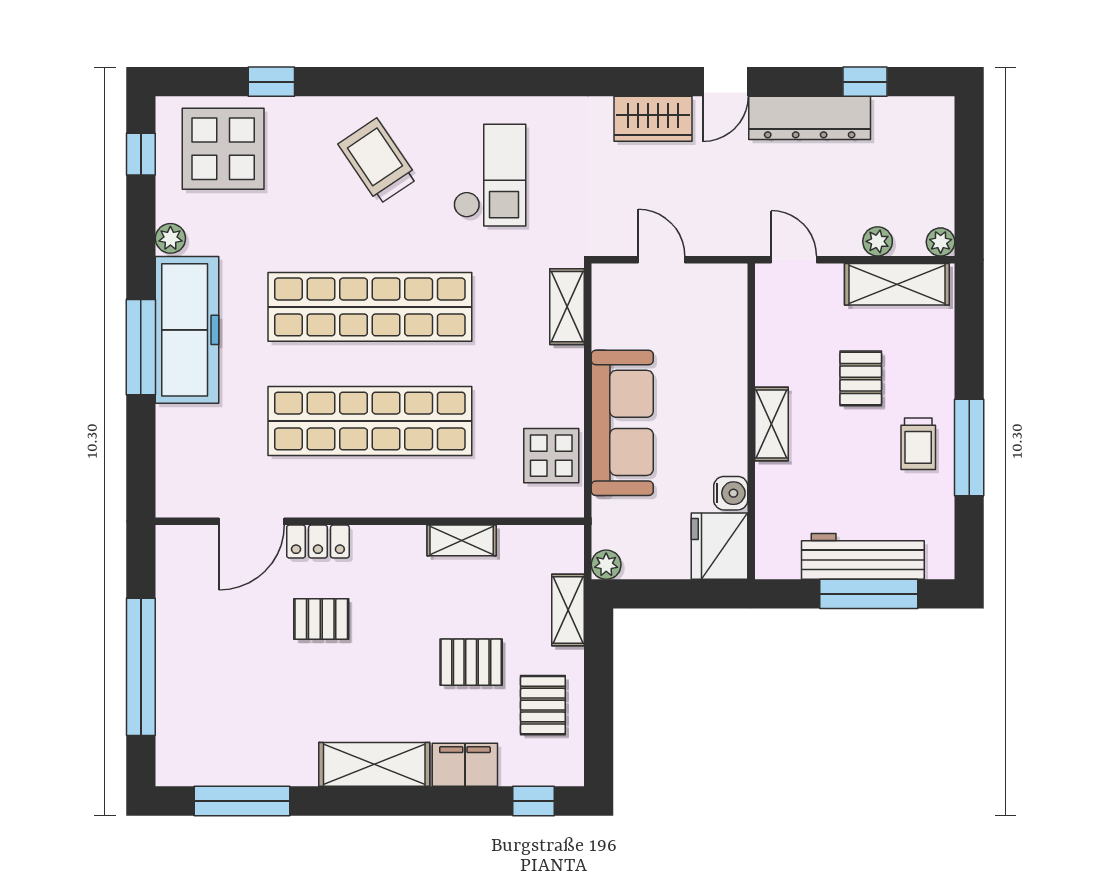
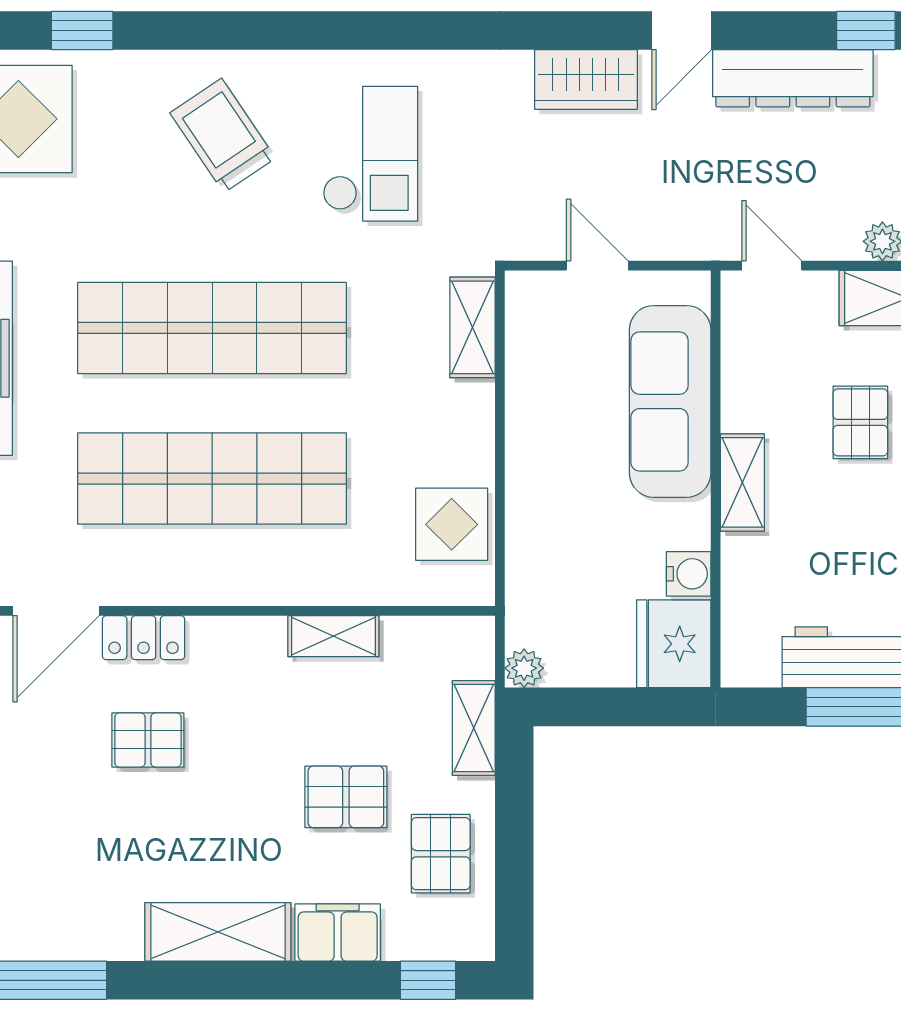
sofa: (622, 423) -> (670, 401), moved, turned 180

